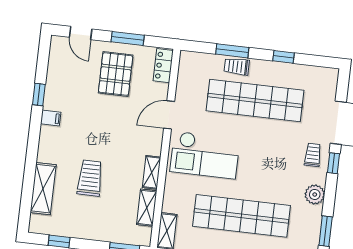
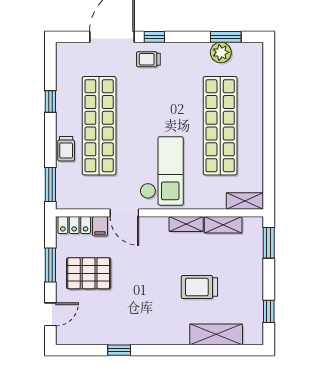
window: (232, 51) -> (50, 184), moved
filing cabinet: (51, 118) -> (100, 226), moved, turned 180
plant: (315, 194) -> (221, 52), moved

